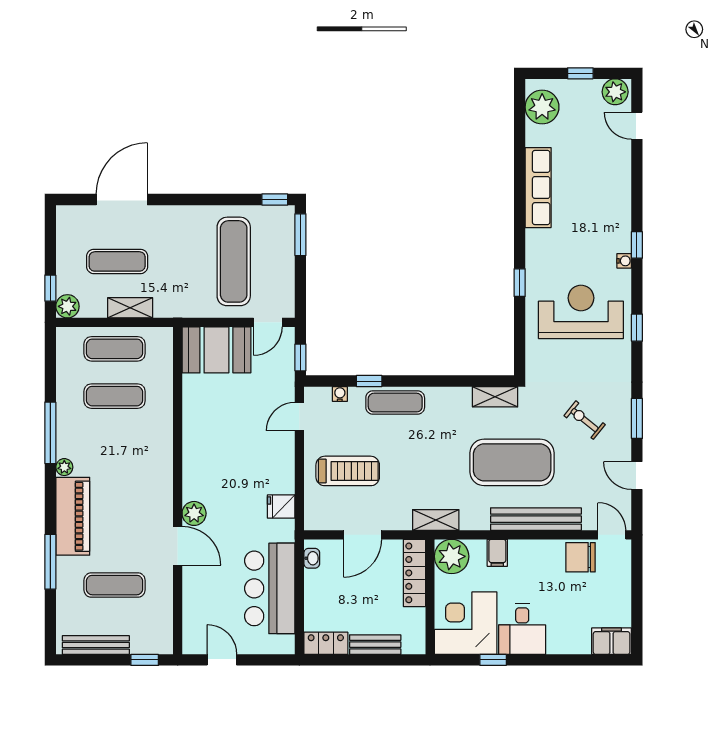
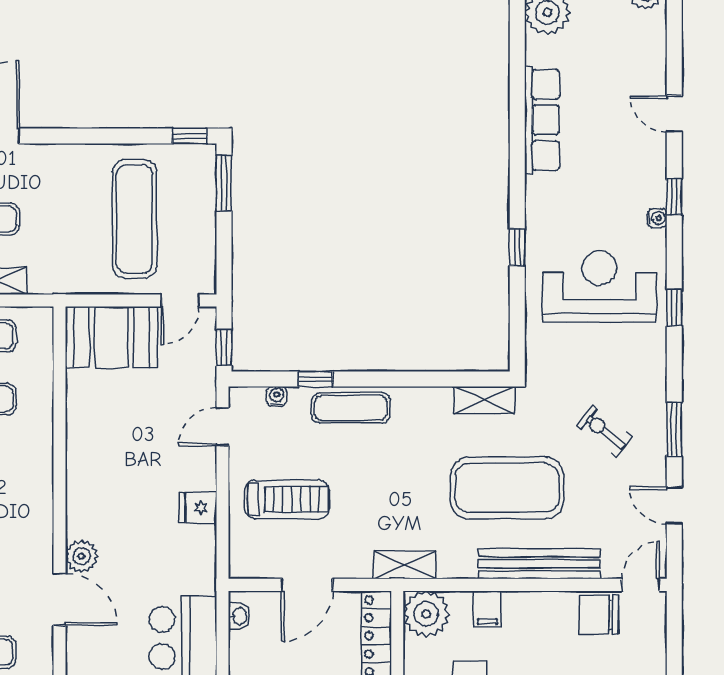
door: (637, 126) -> (674, 114), moved
fridge: (281, 506) -> (198, 508), moved
door: (612, 535) -> (641, 585), hinge flipped

